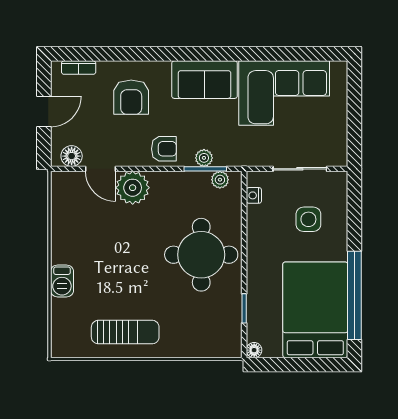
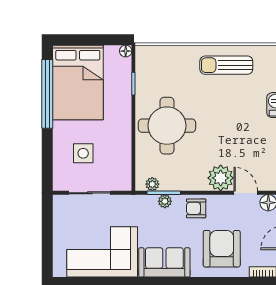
armchair: (131, 97) -> (222, 249), width x1.36, depth x1.36
nightstand: (254, 195) -> (126, 172), removed

